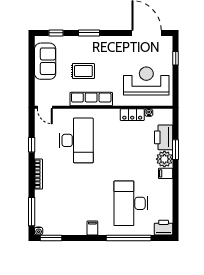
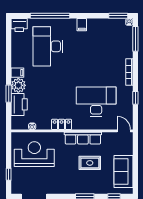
reception desk: (146, 81) -> (34, 154), turned 180
locker: (132, 115) -> (62, 124), moved
desk: (76, 140) -> (96, 102), turned 90
desk: (131, 203) -> (48, 46), turned 180

